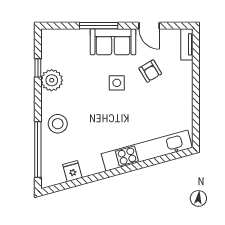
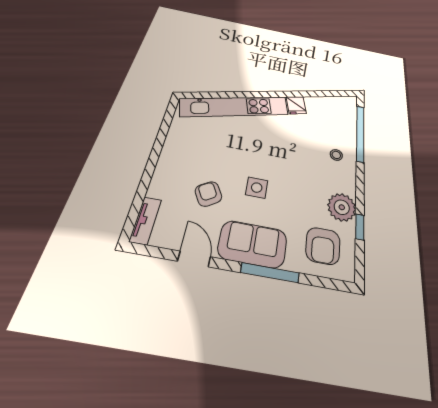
armchair: (64, 49) -> (323, 246), added
stool: (58, 124) -> (336, 155), width x0.53, depth x0.53
fridge: (72, 171) -> (296, 105), moved

